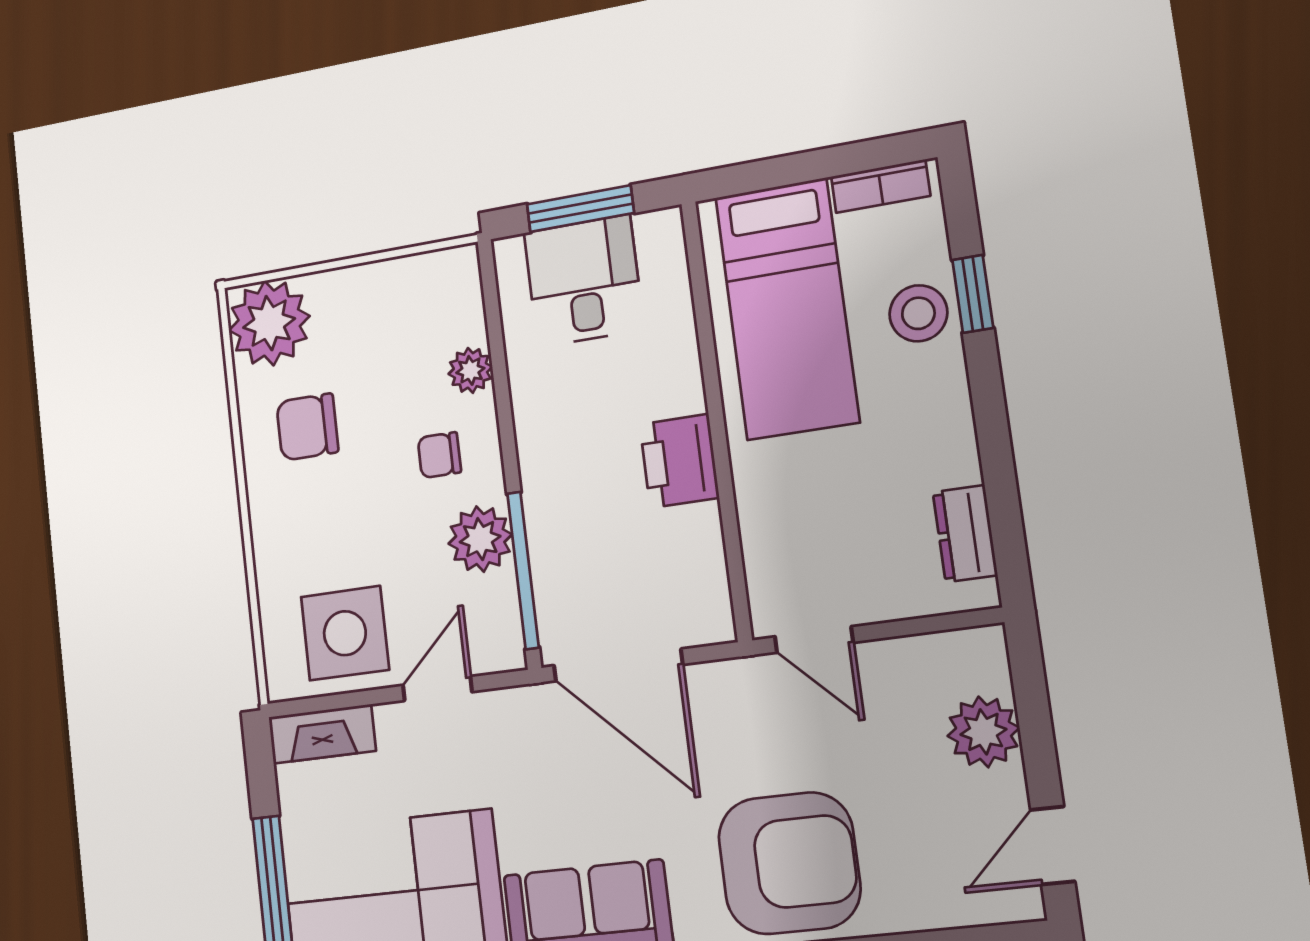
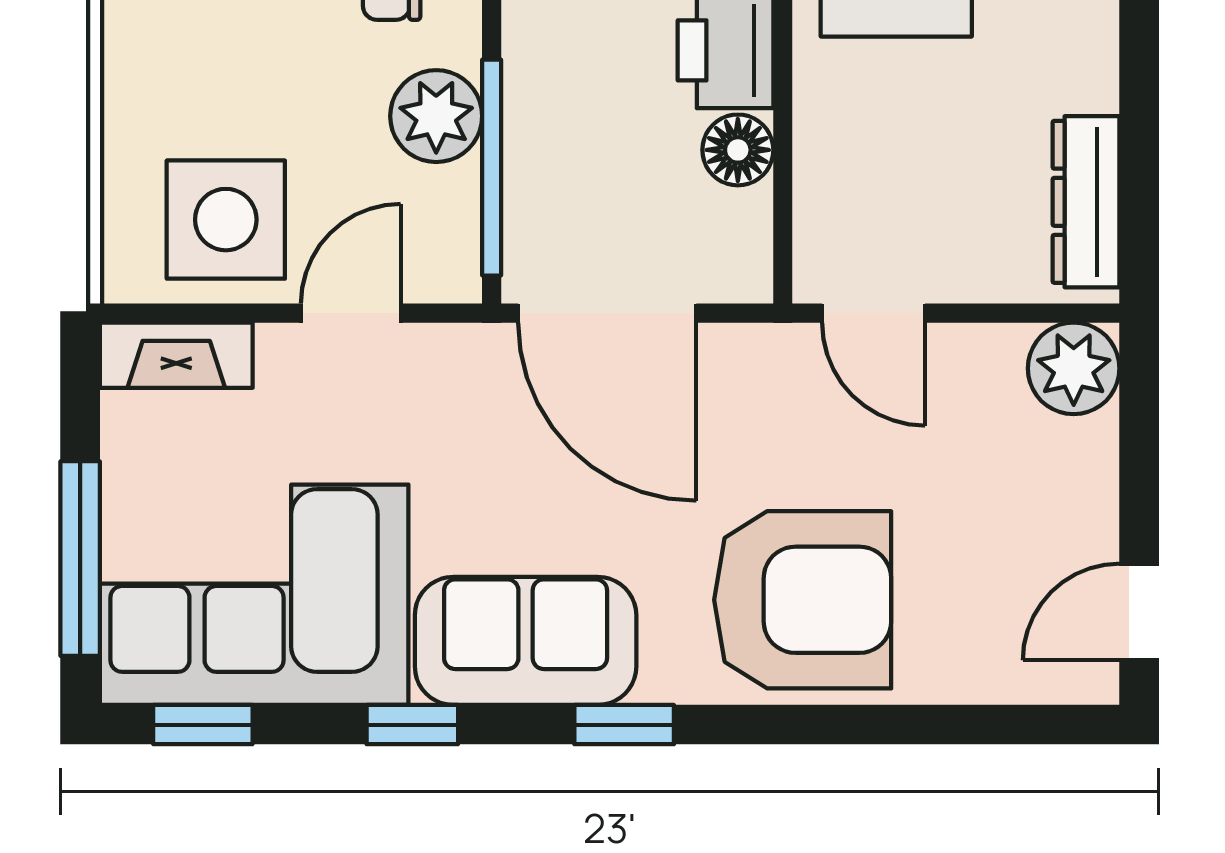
floor lamp: (698, 532) -> (738, 150), added
dresser: (965, 534) -> (1086, 202), width x1.44
plant: (983, 732) -> (1074, 368), moved

